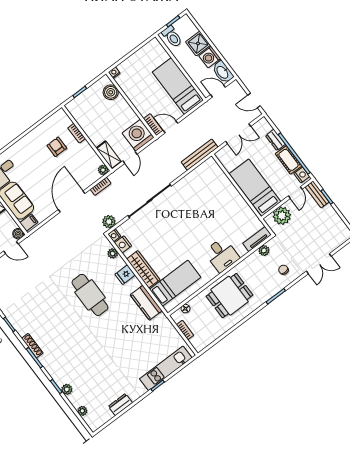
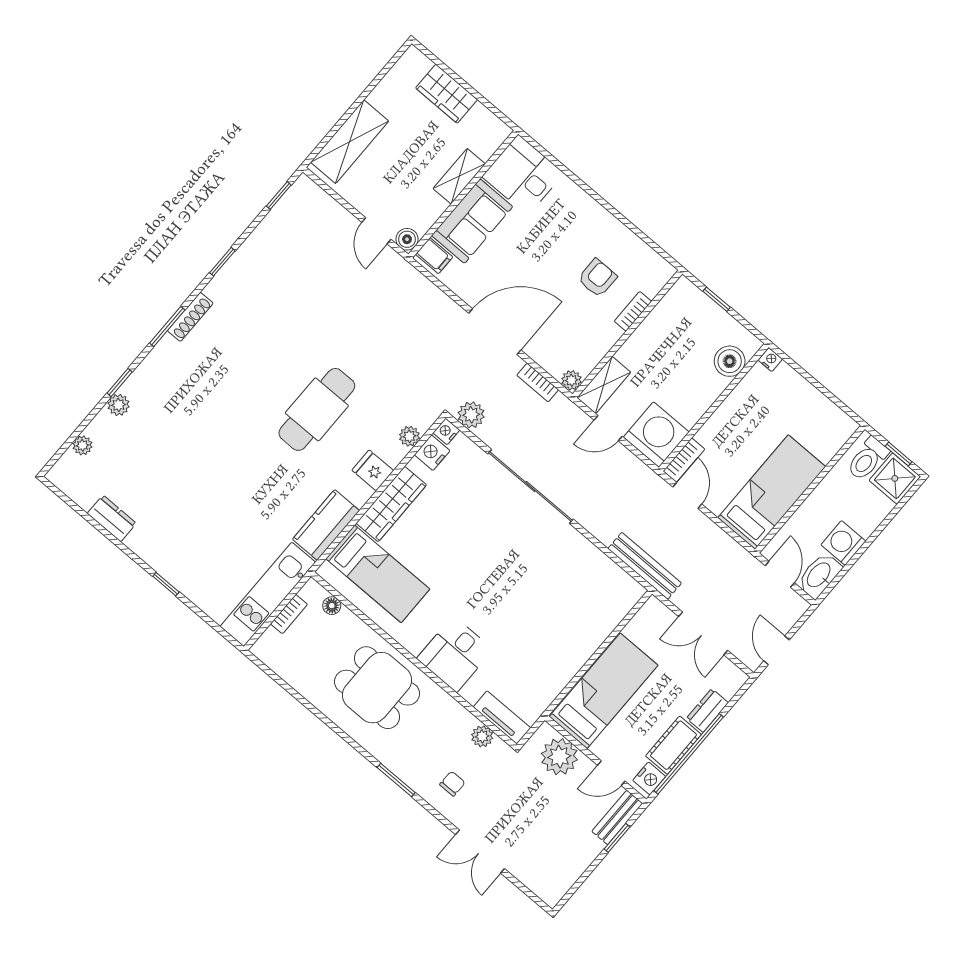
shower: (198, 43) -> (895, 478), moved
kitchen unit: (166, 368) -> (268, 594), moved, turned -90

